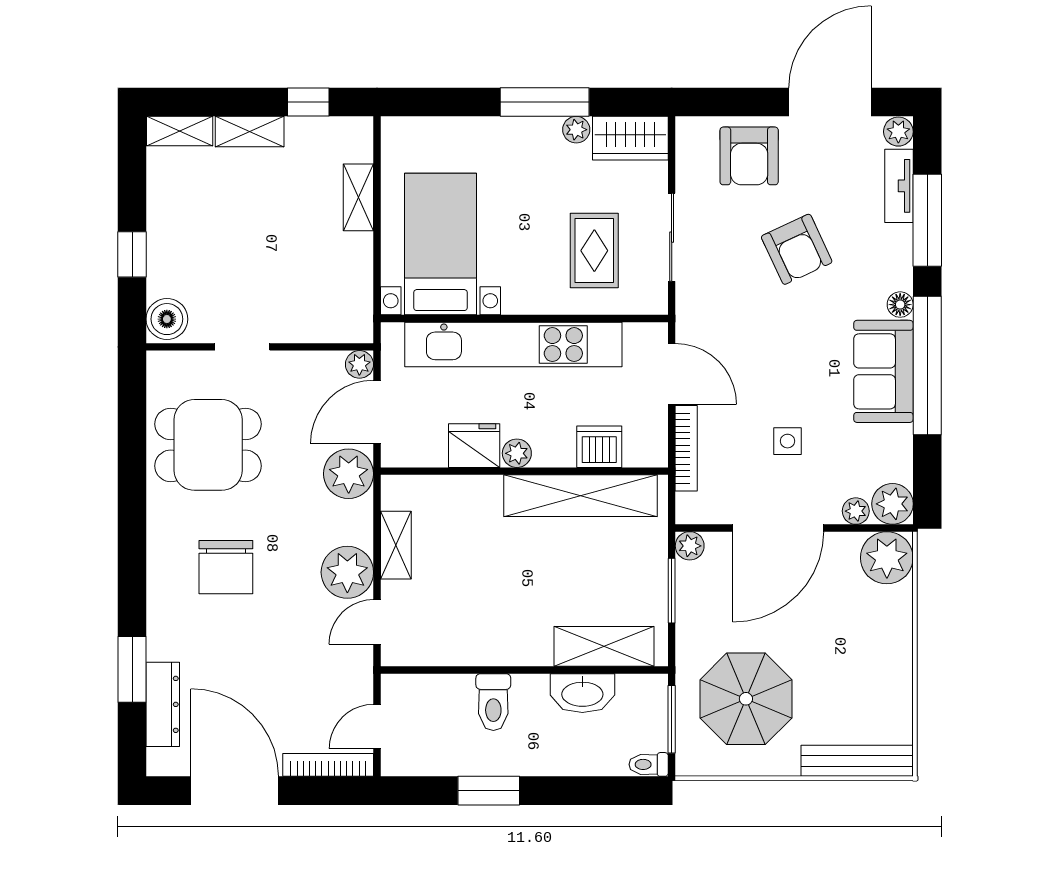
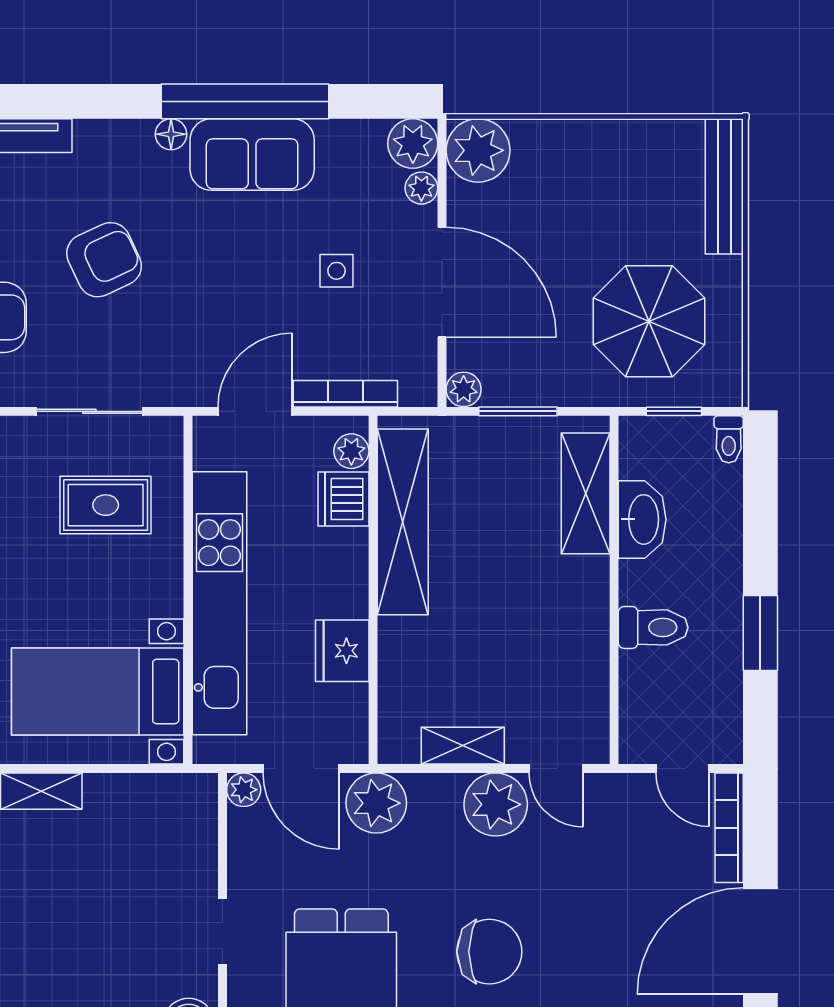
window: (927, 220) -> (69, 101), removed
plant: (517, 453) -> (351, 451), moved
window: (672, 719) -> (674, 411), width x0.67

